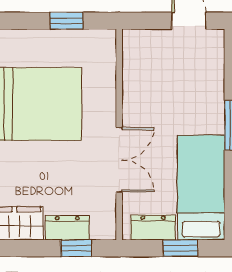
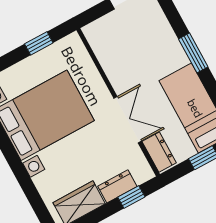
dresser: (153, 227) -> (159, 152), moved, turned 90

